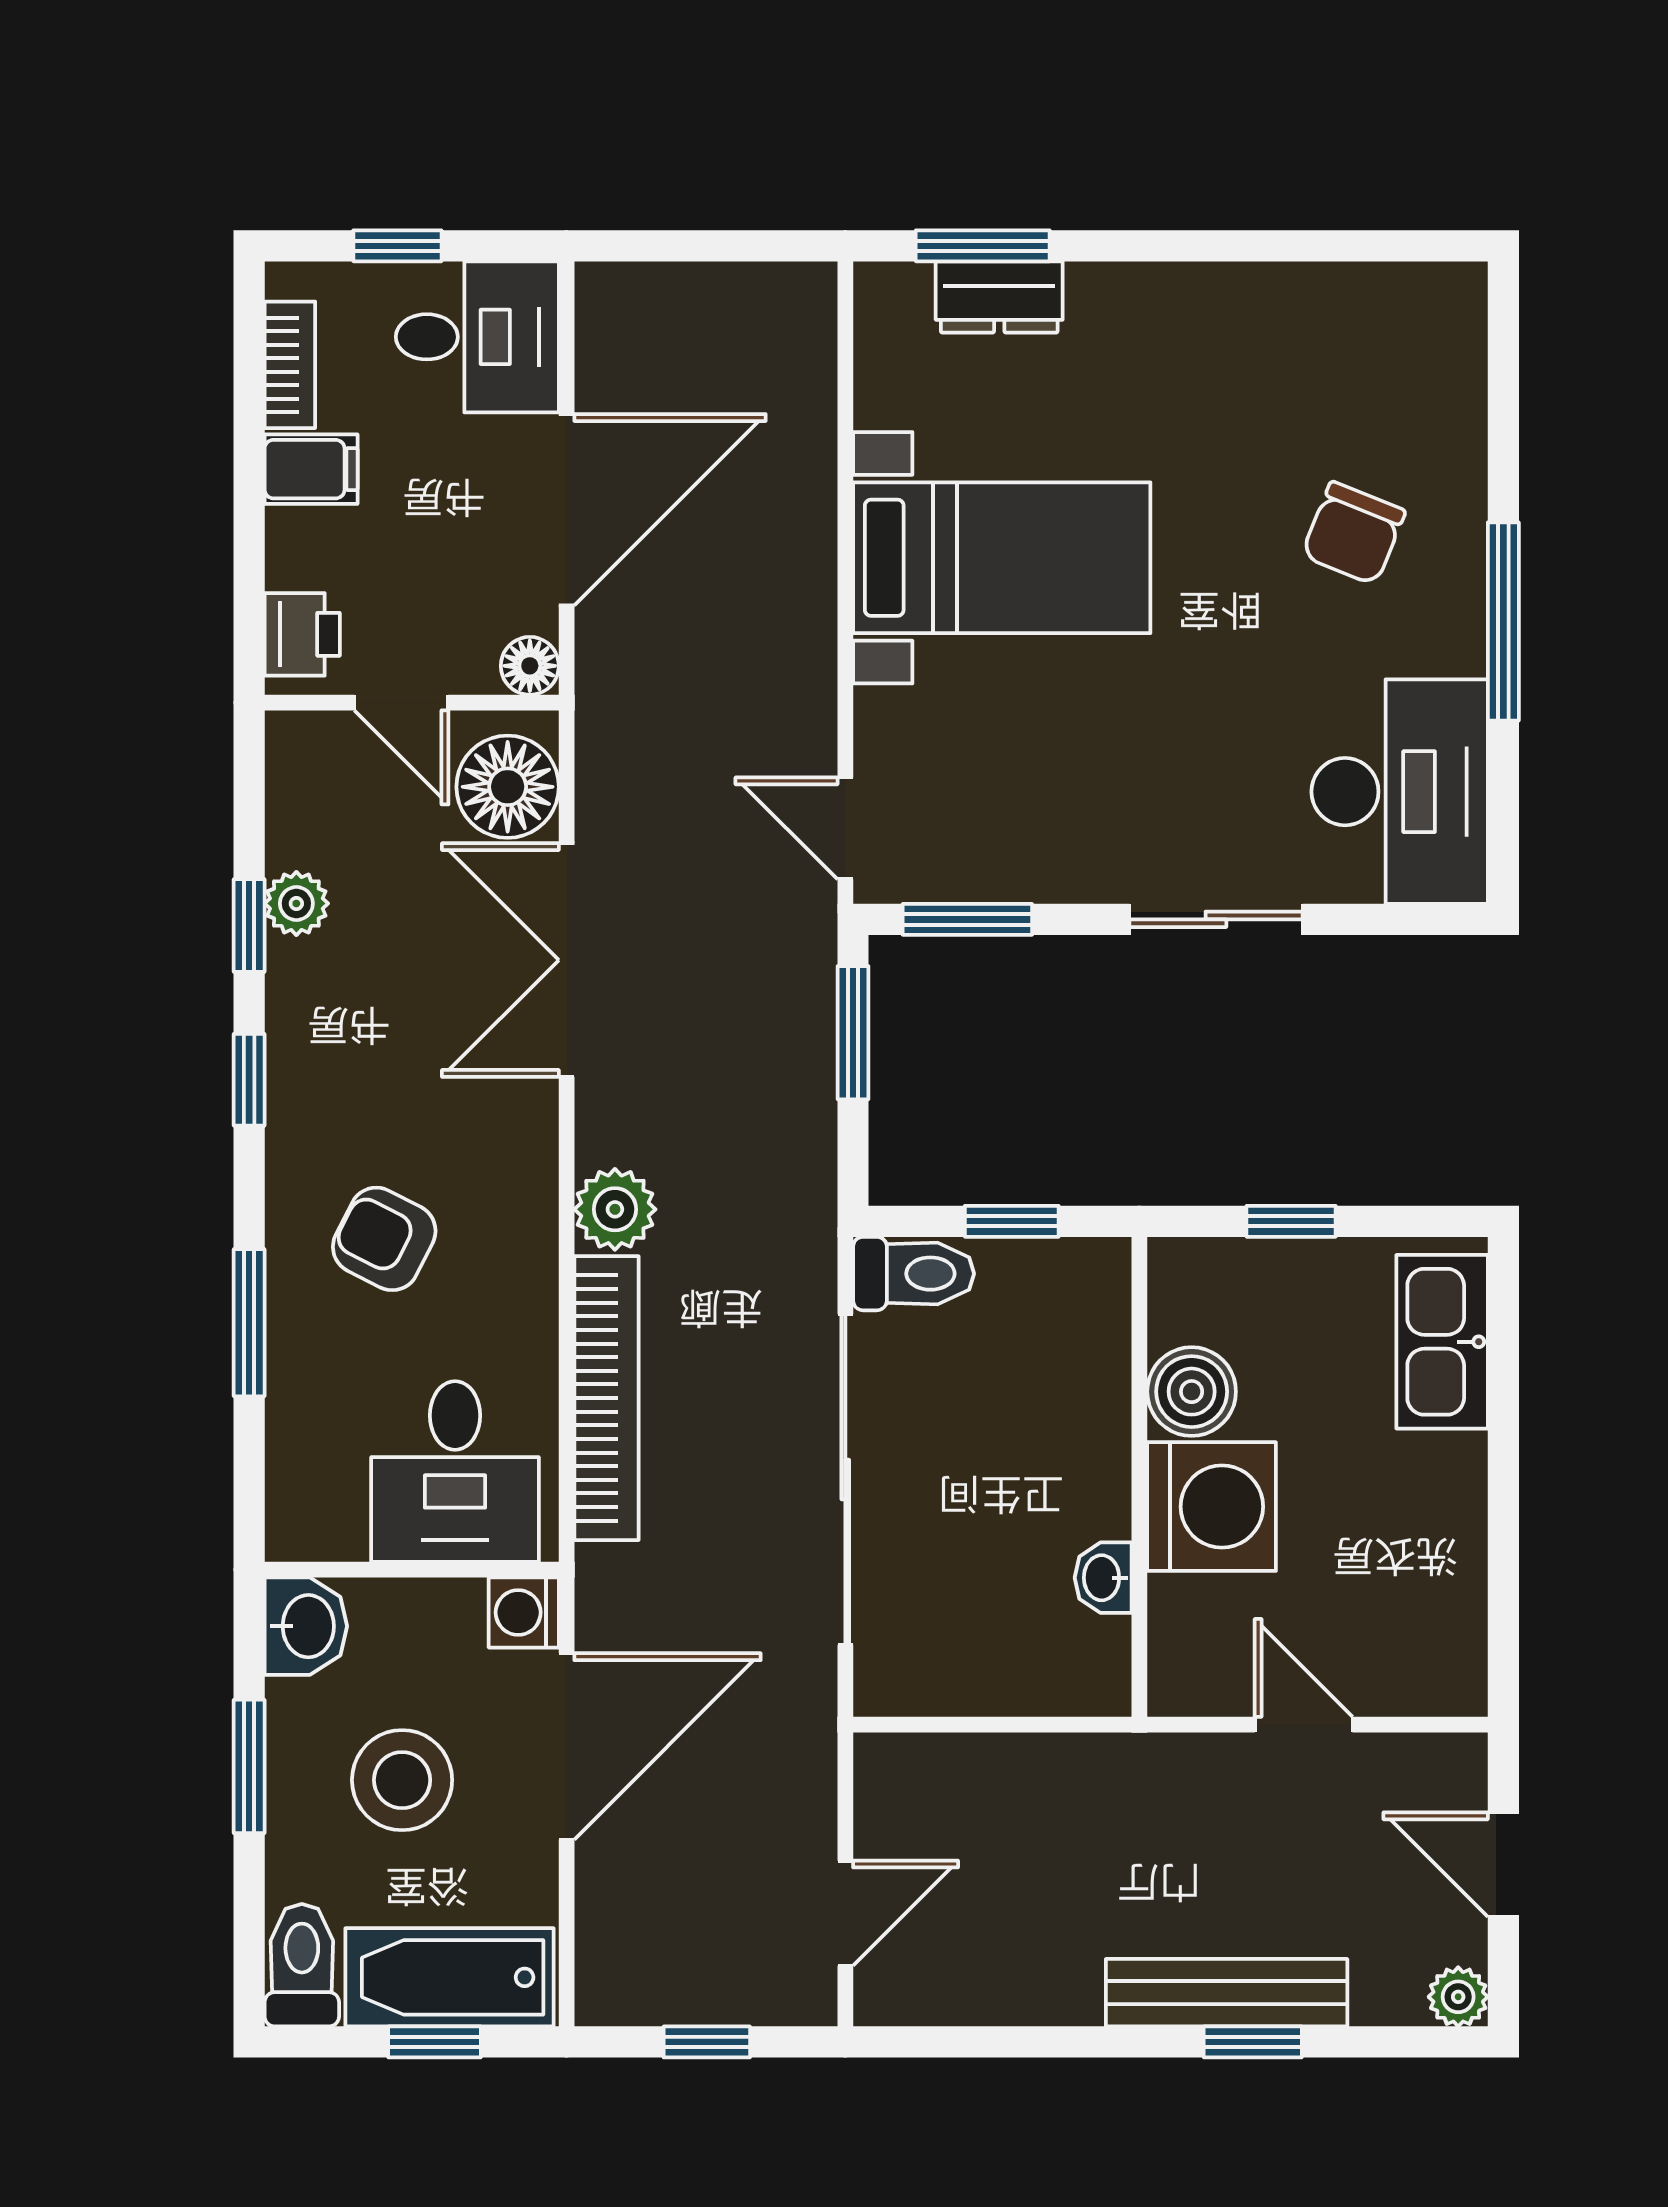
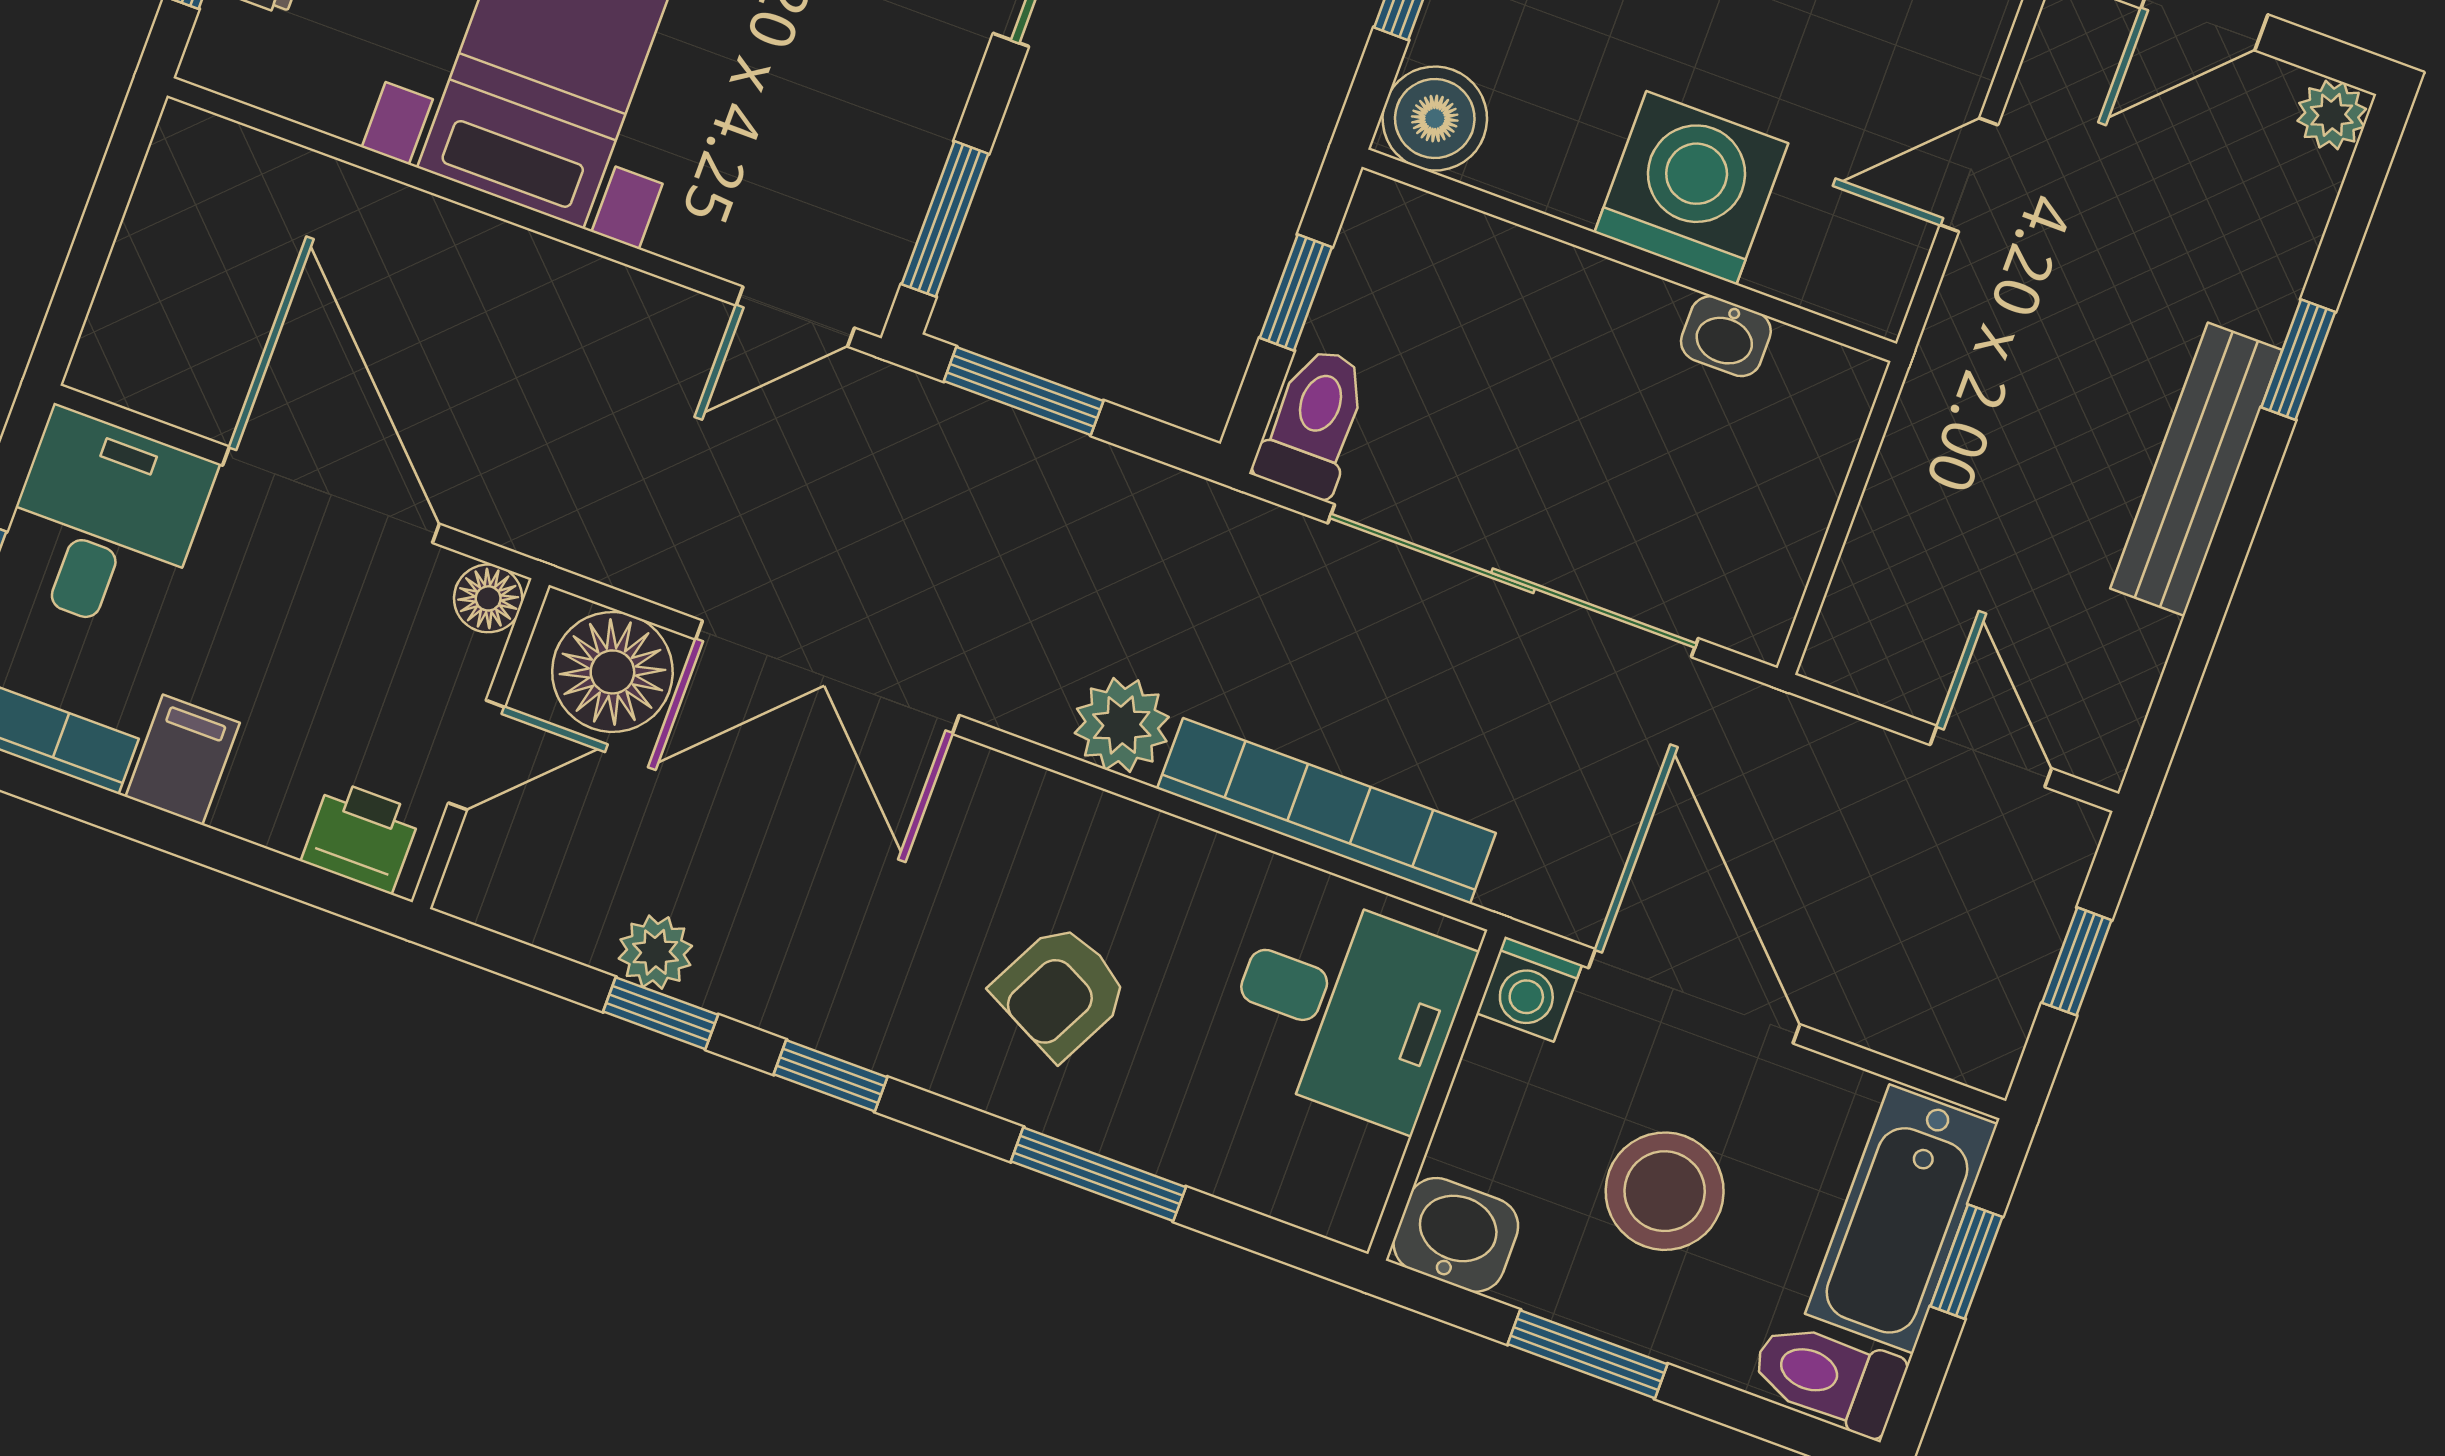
boiler: (1192, 1392) -> (1435, 119), moved
bench: (1227, 1993) -> (2196, 469), moved

